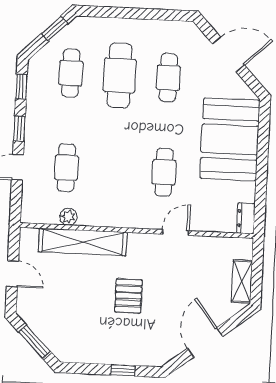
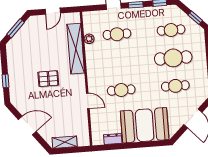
dresser: (246, 218) -> (113, 139), moved

